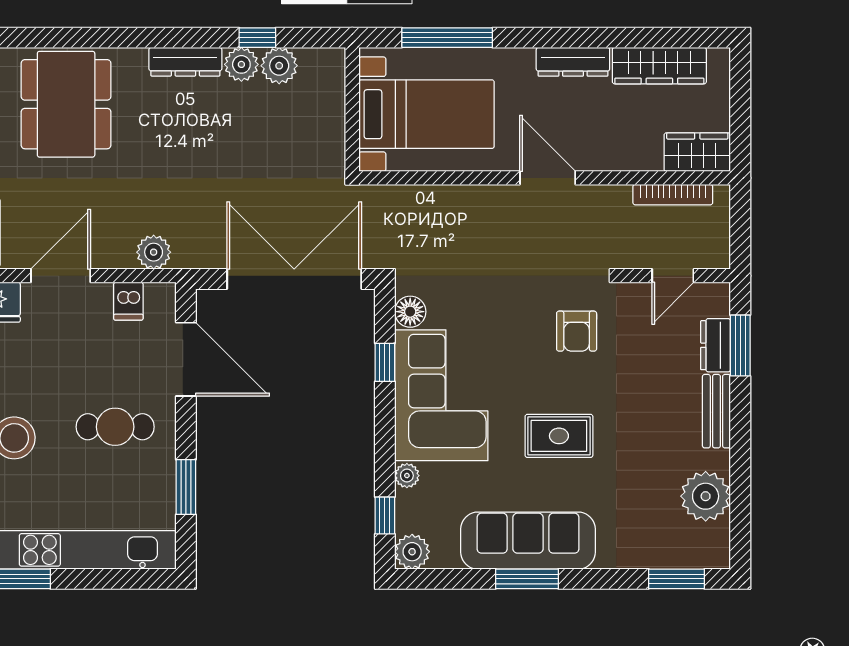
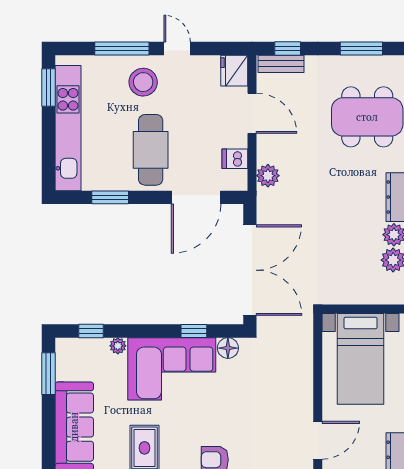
cafe table: (115, 427) -> (151, 150), width x1.37, depth x1.35
plant: (412, 552) -> (67, 349), removed
window: (527, 579) -> (48, 374), moved

